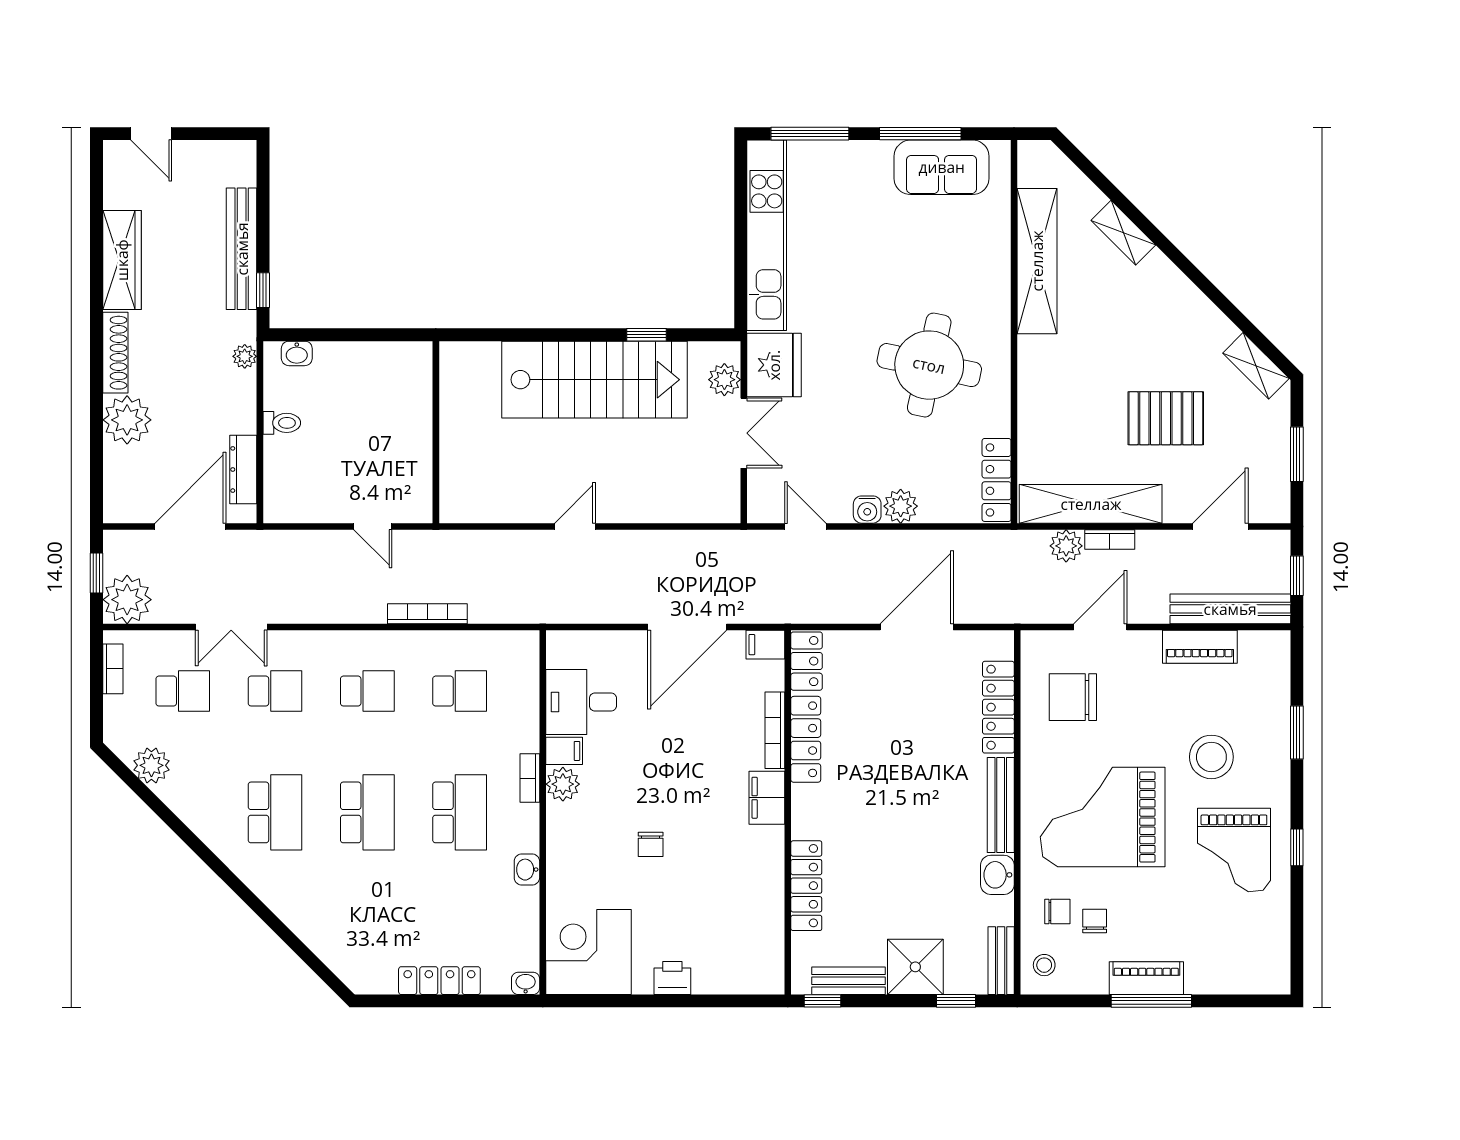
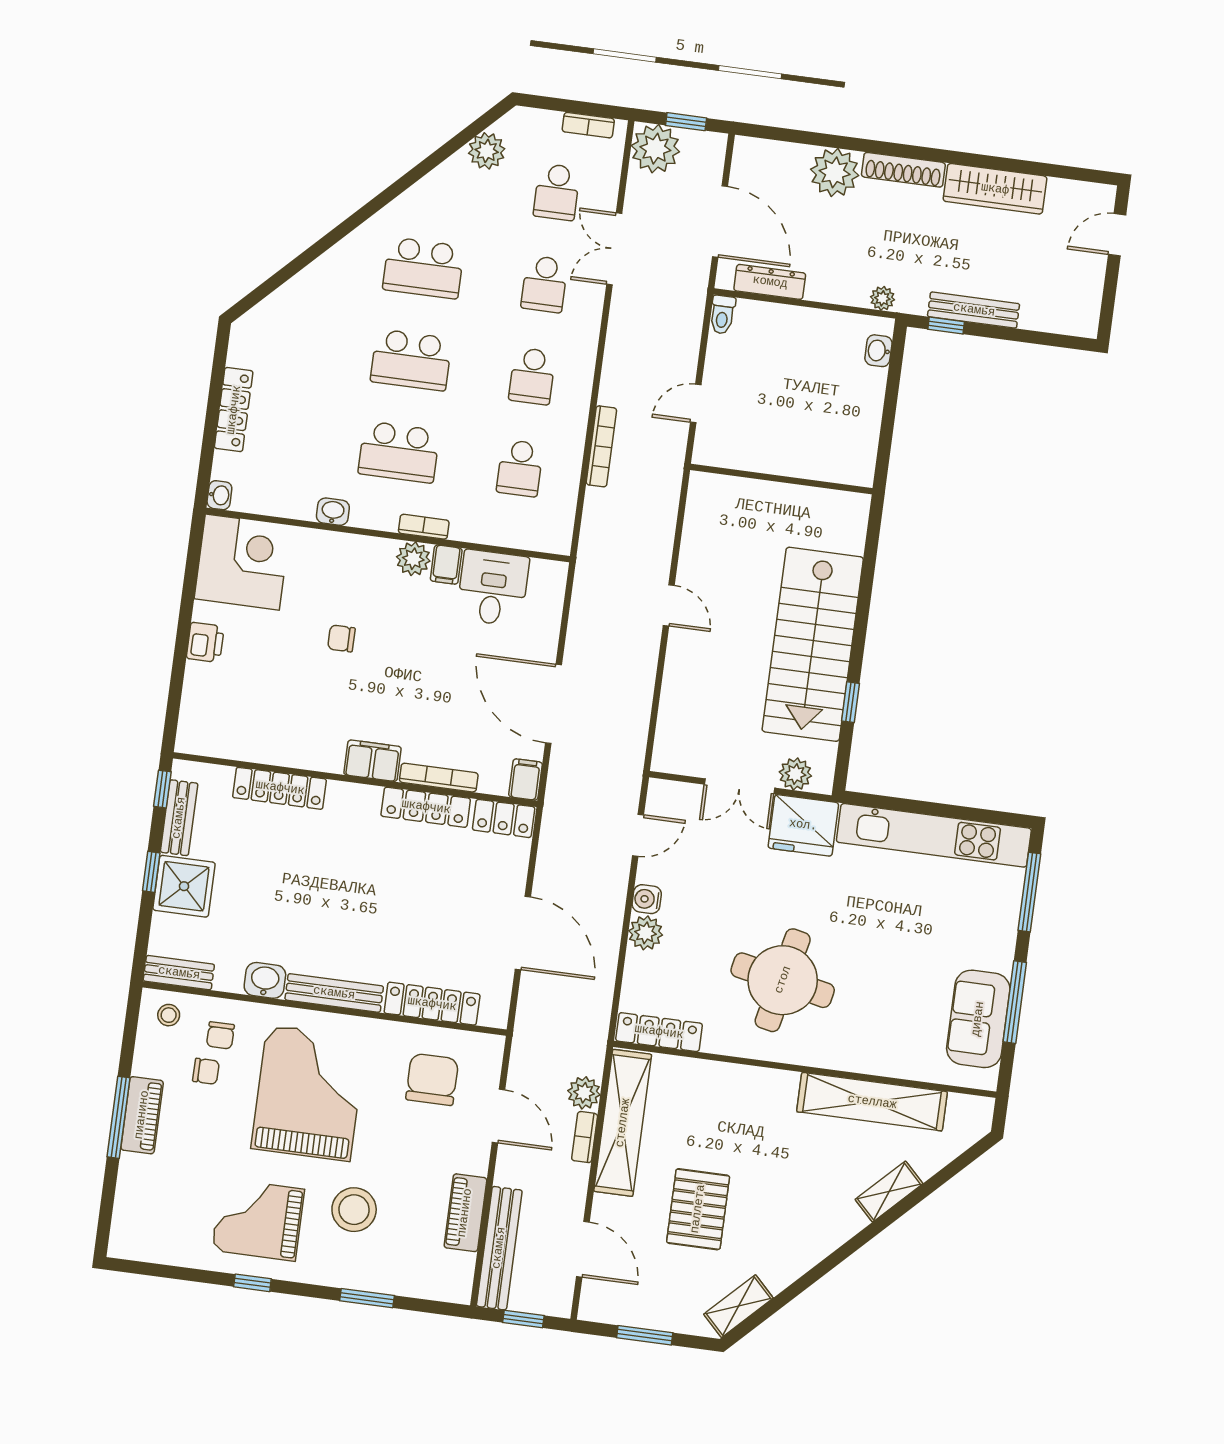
bench: (242, 249) -> (974, 310), width x0.73, depth x0.82
toilet: (282, 423) -> (722, 315), moved
window: (956, 1001) -> (151, 872), moved

